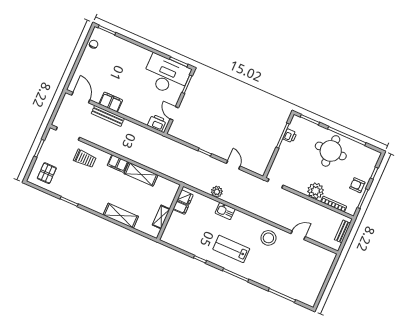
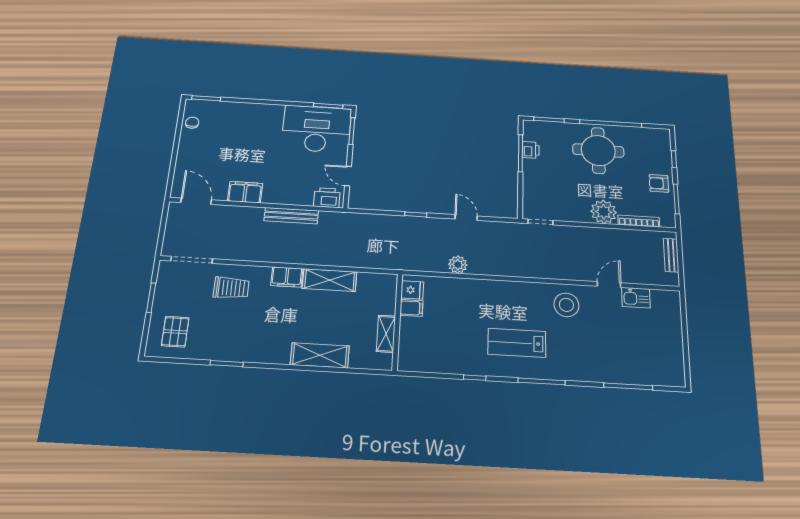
bench: (108, 116) -> (291, 216), moved
kitchen sink: (225, 211) -> (636, 298), moved

